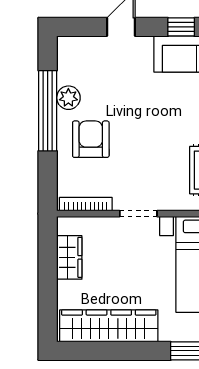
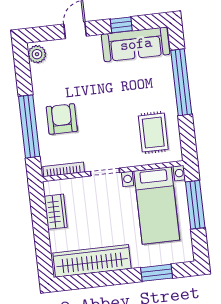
plant: (68, 98) -> (37, 54), moved
window: (48, 111) -> (29, 126), moved

